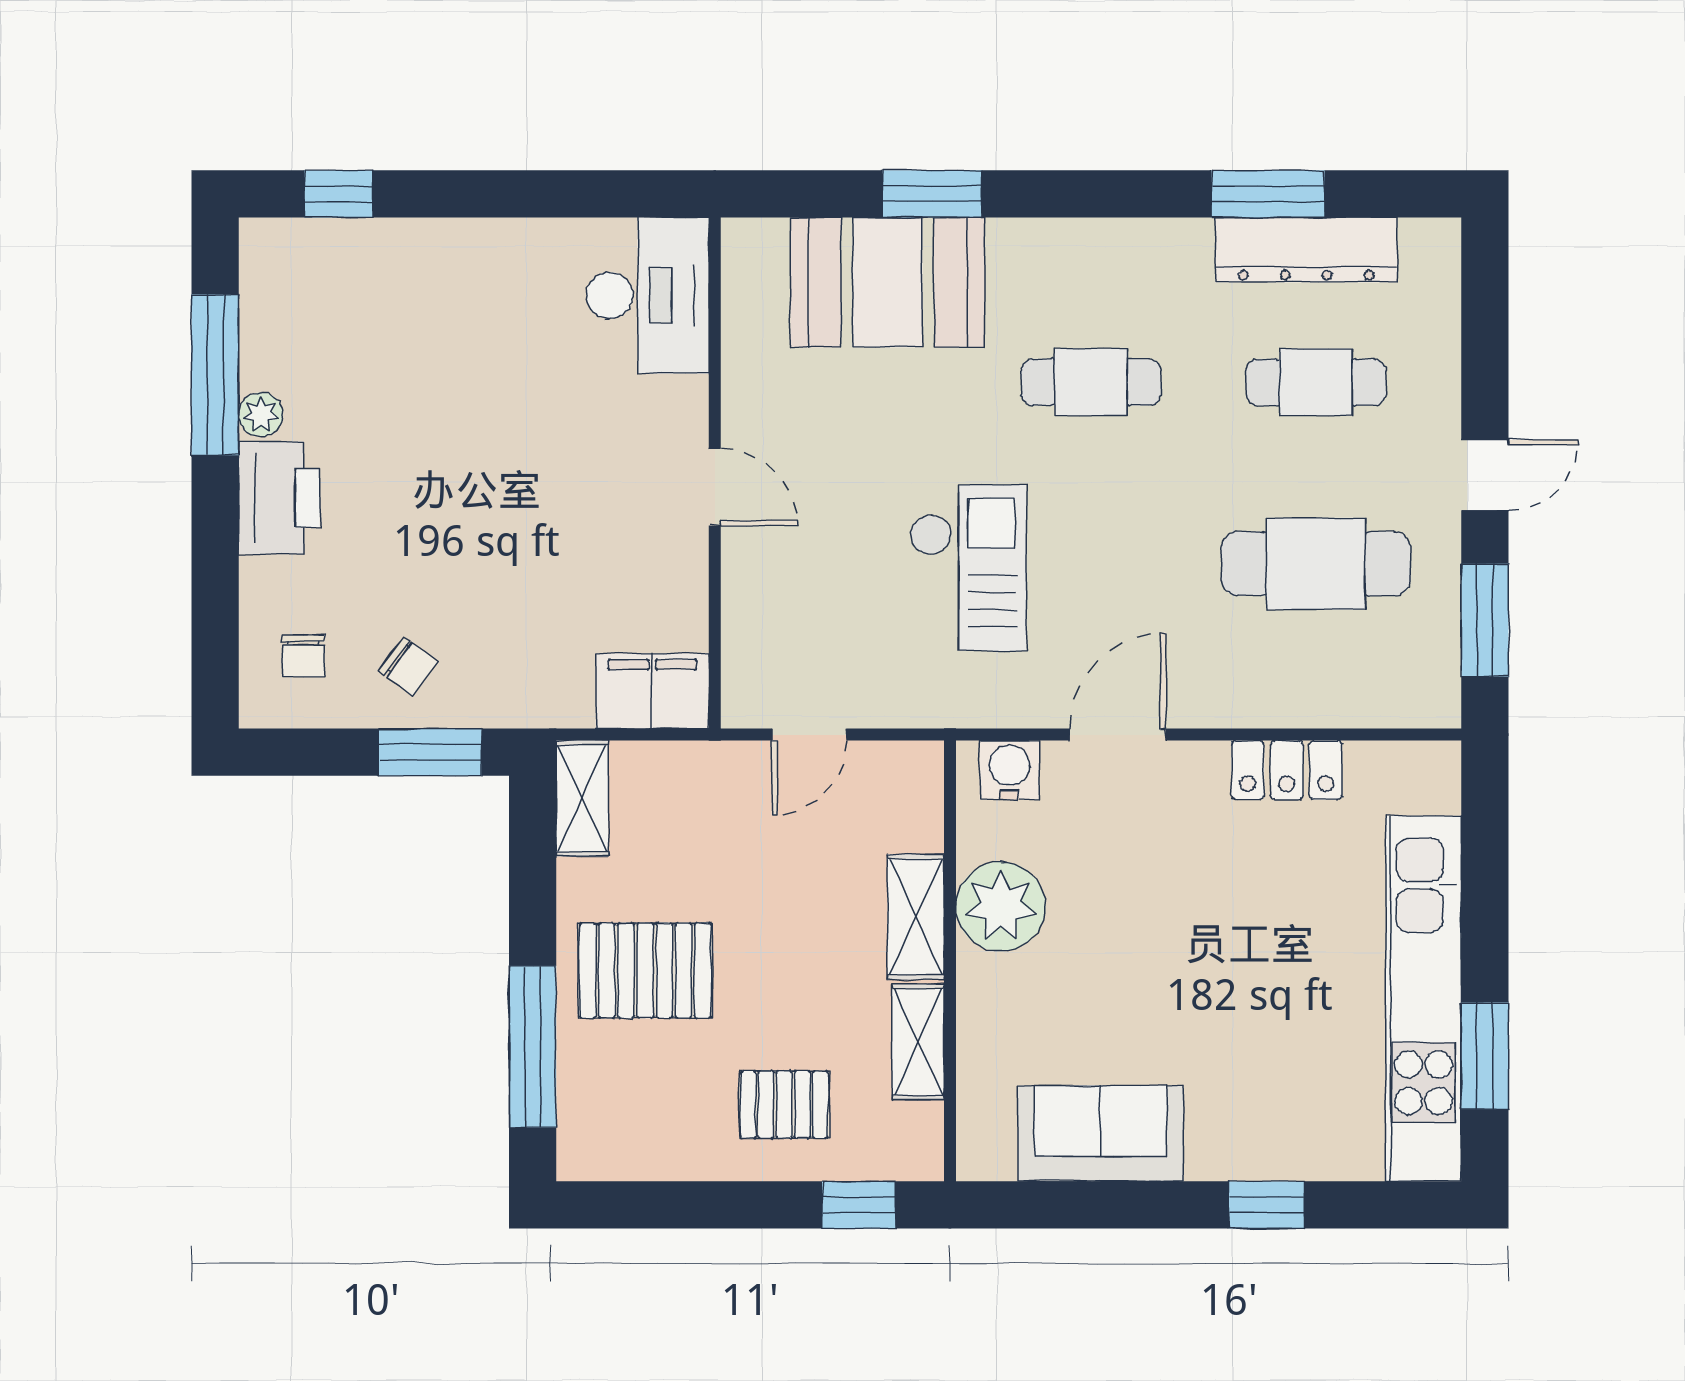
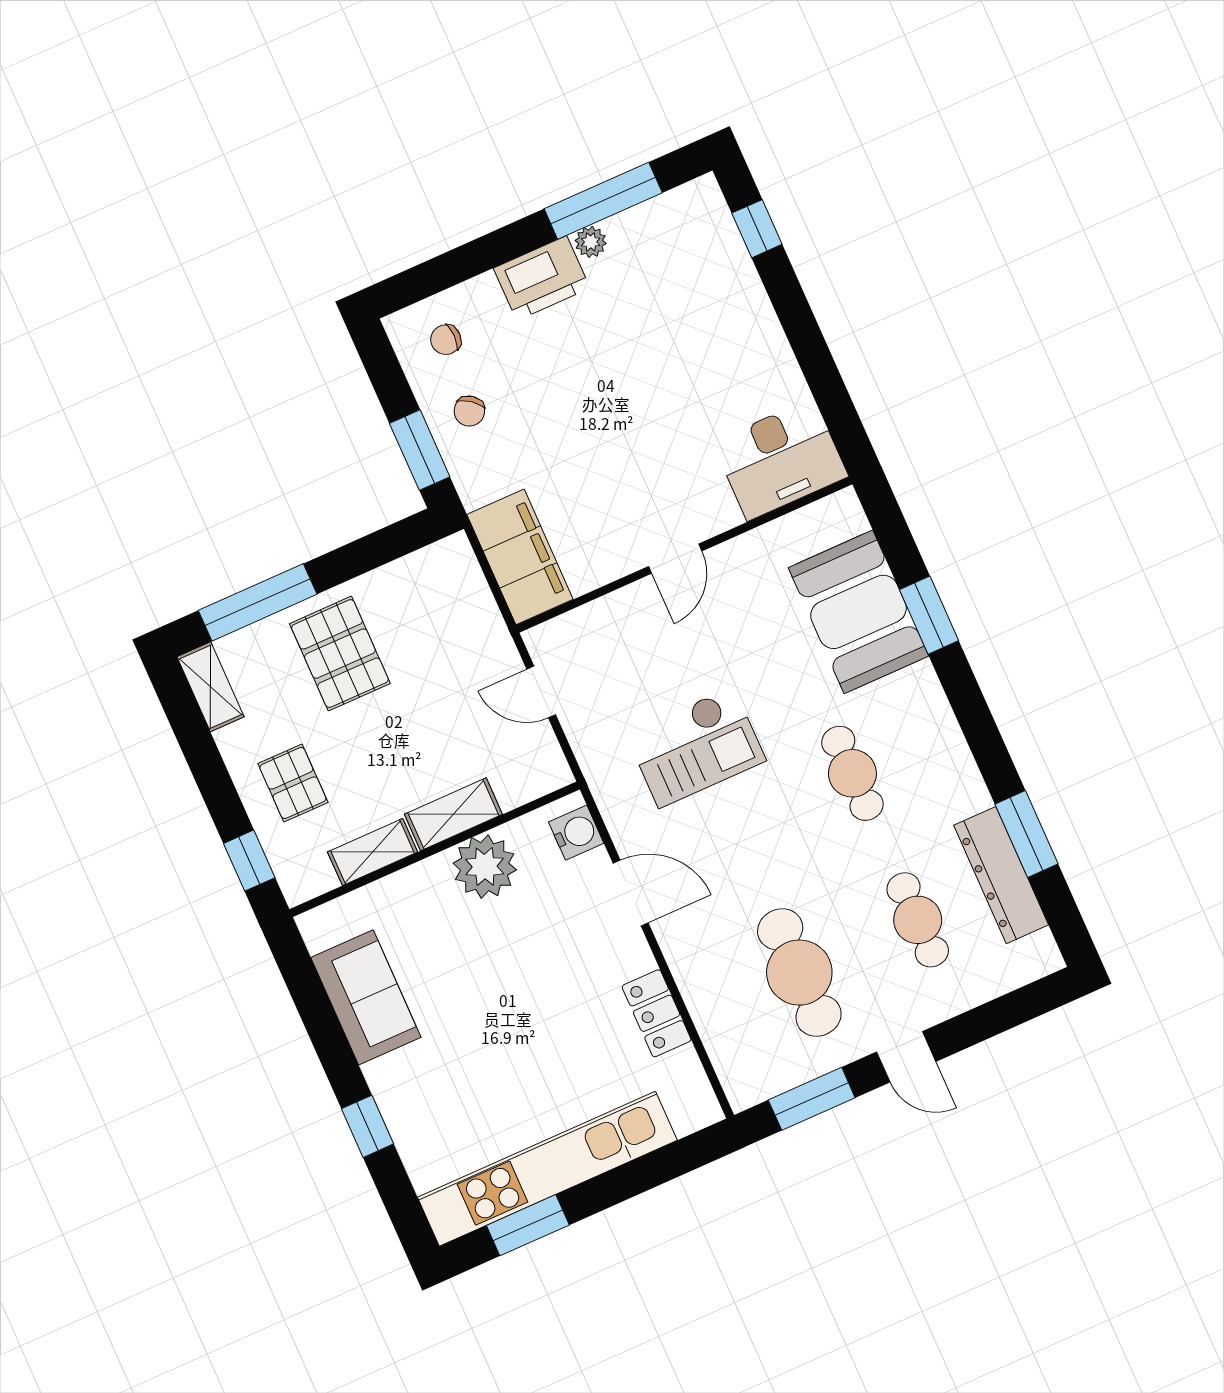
filing cabinet: (652, 691) -> (520, 557), width x1.50, depth x1.17
shelving: (582, 798) -> (210, 687), moved, turned 90

